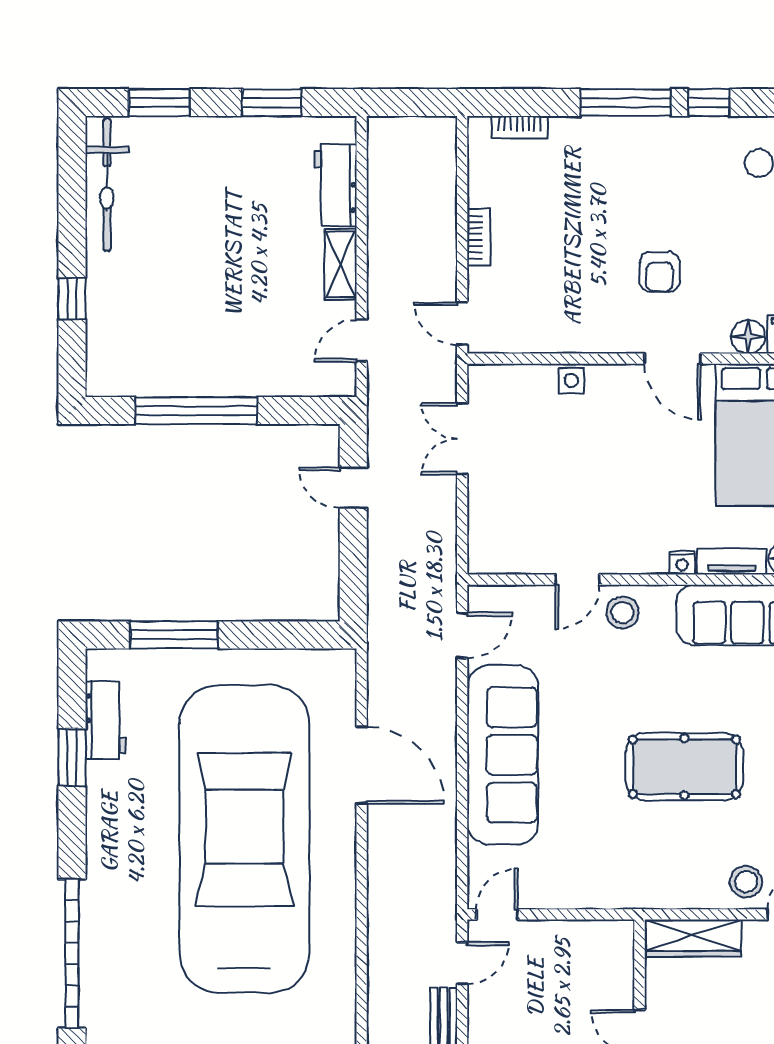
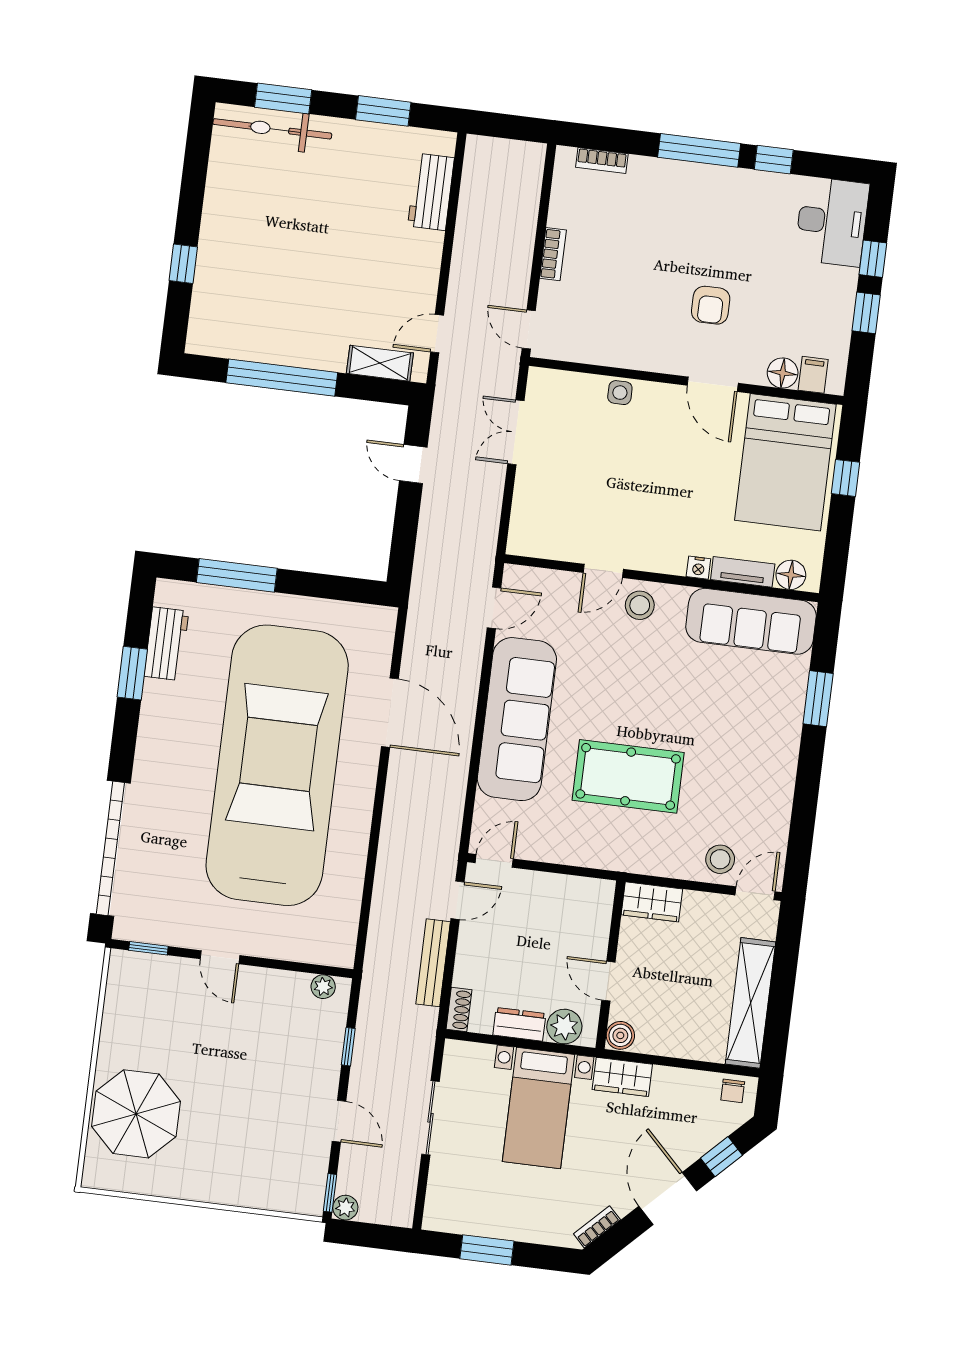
bicycle: (107, 185) -> (272, 129), moved, turned 90
shelving: (341, 264) -> (380, 363), moved, turned 90
pool table: (684, 767) -> (628, 776), moved
wardrobe: (693, 938) -> (652, 902), width x0.67

